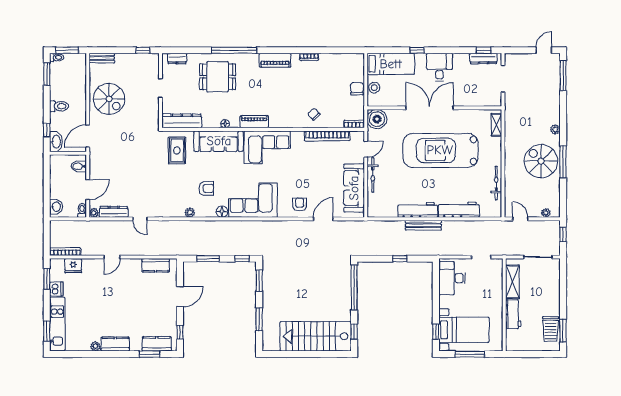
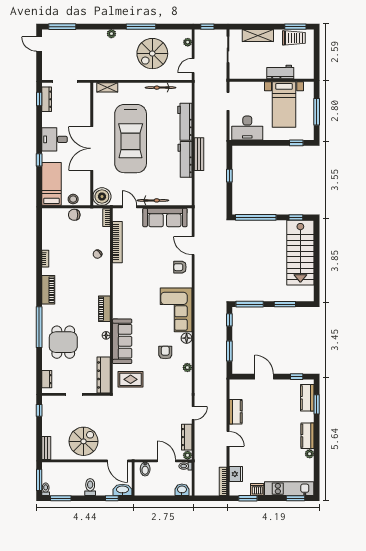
corner sofa: (267, 147) -> (128, 297), removed
spiral stairs: (541, 161) -> (152, 54), moved
kitchen counter: (156, 265) -> (236, 412), moved
window: (259, 281) -> (250, 304), width x1.44
shelving: (512, 282) -> (258, 35), moved
bed with nightstands: (464, 330) -> (284, 105), moved, turned 180

